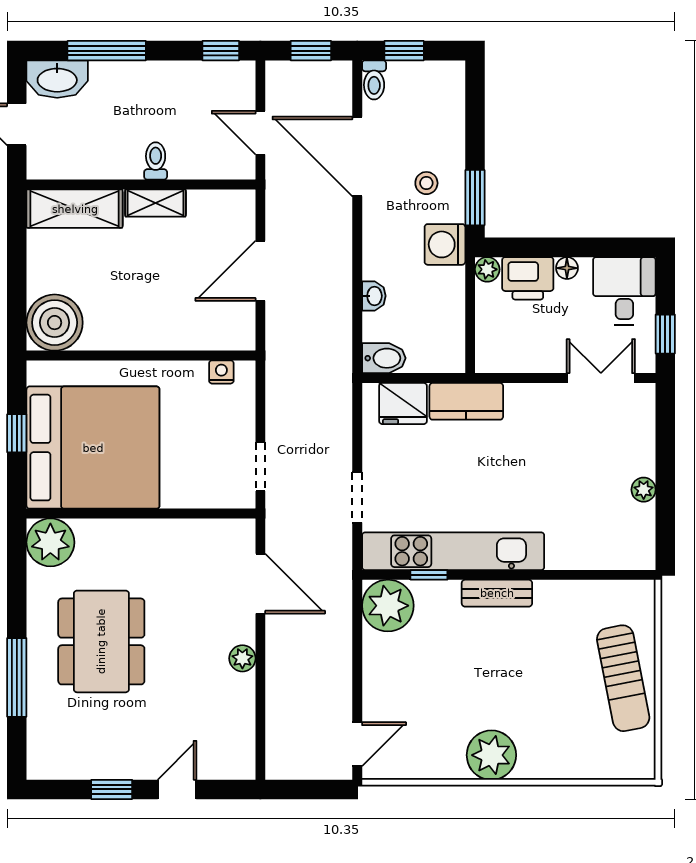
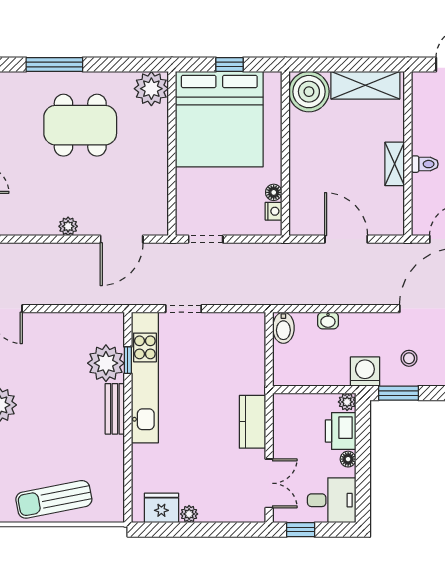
shelving: (75, 209) -> (365, 85), moved, turned 90
floor lamp: (195, 372) -> (274, 192), added
kitchen counter: (466, 401) -> (252, 422), moved
fridge: (403, 403) -> (161, 508), moved, turned 90
plant: (388, 606) -> (106, 363), moved

